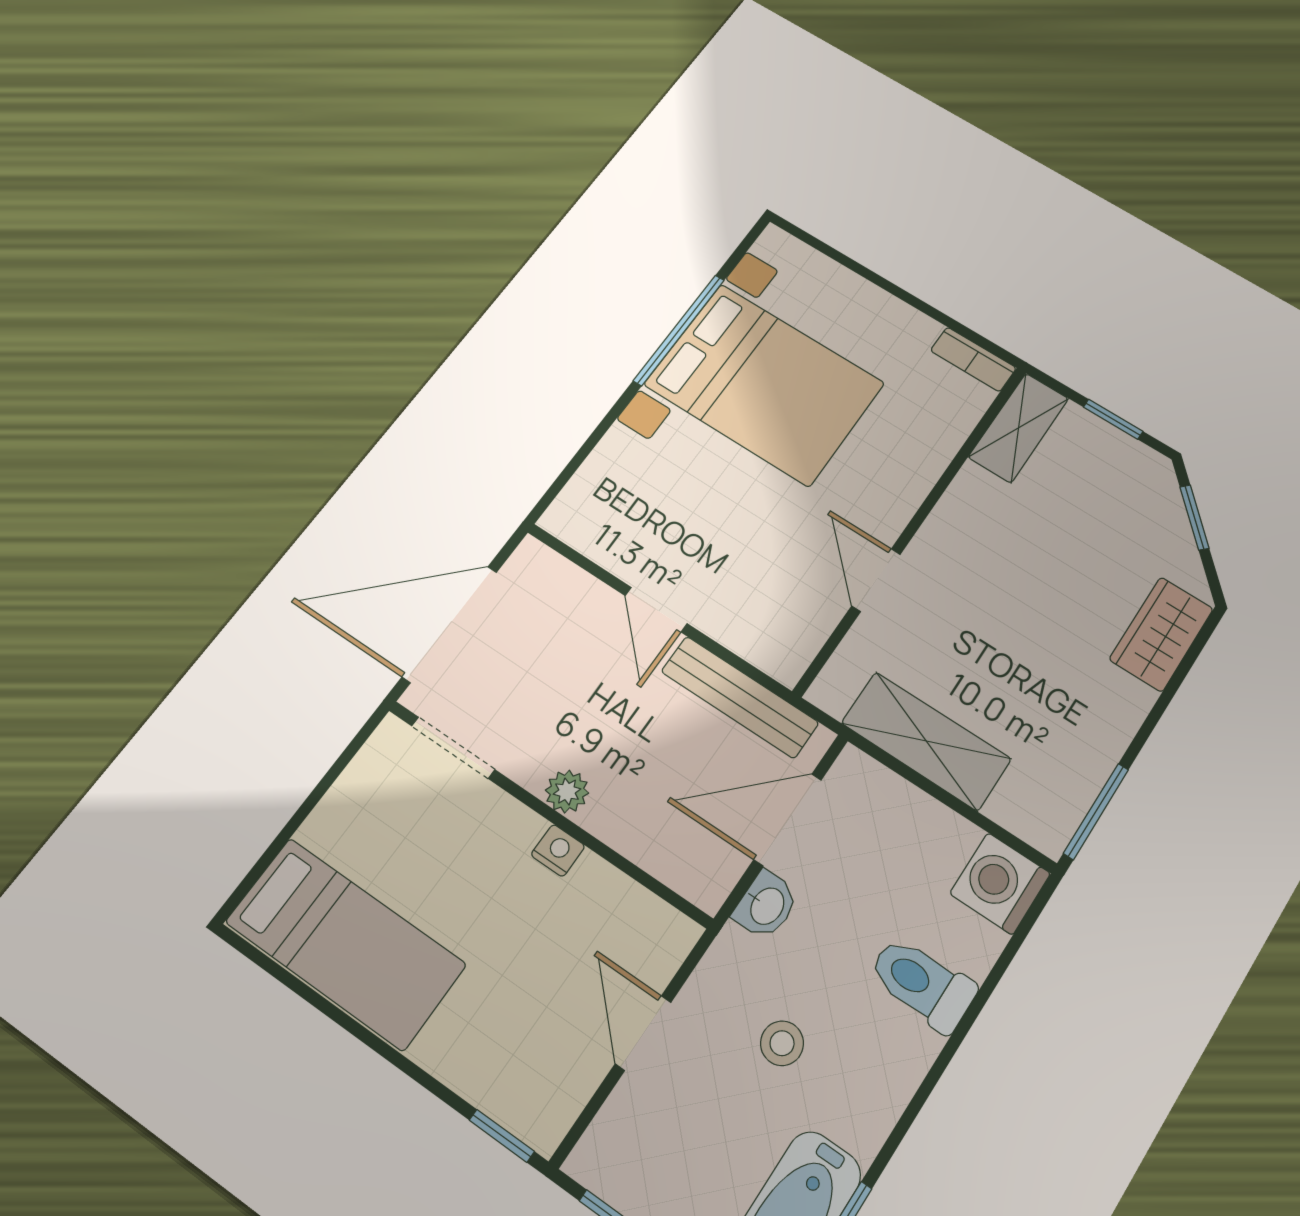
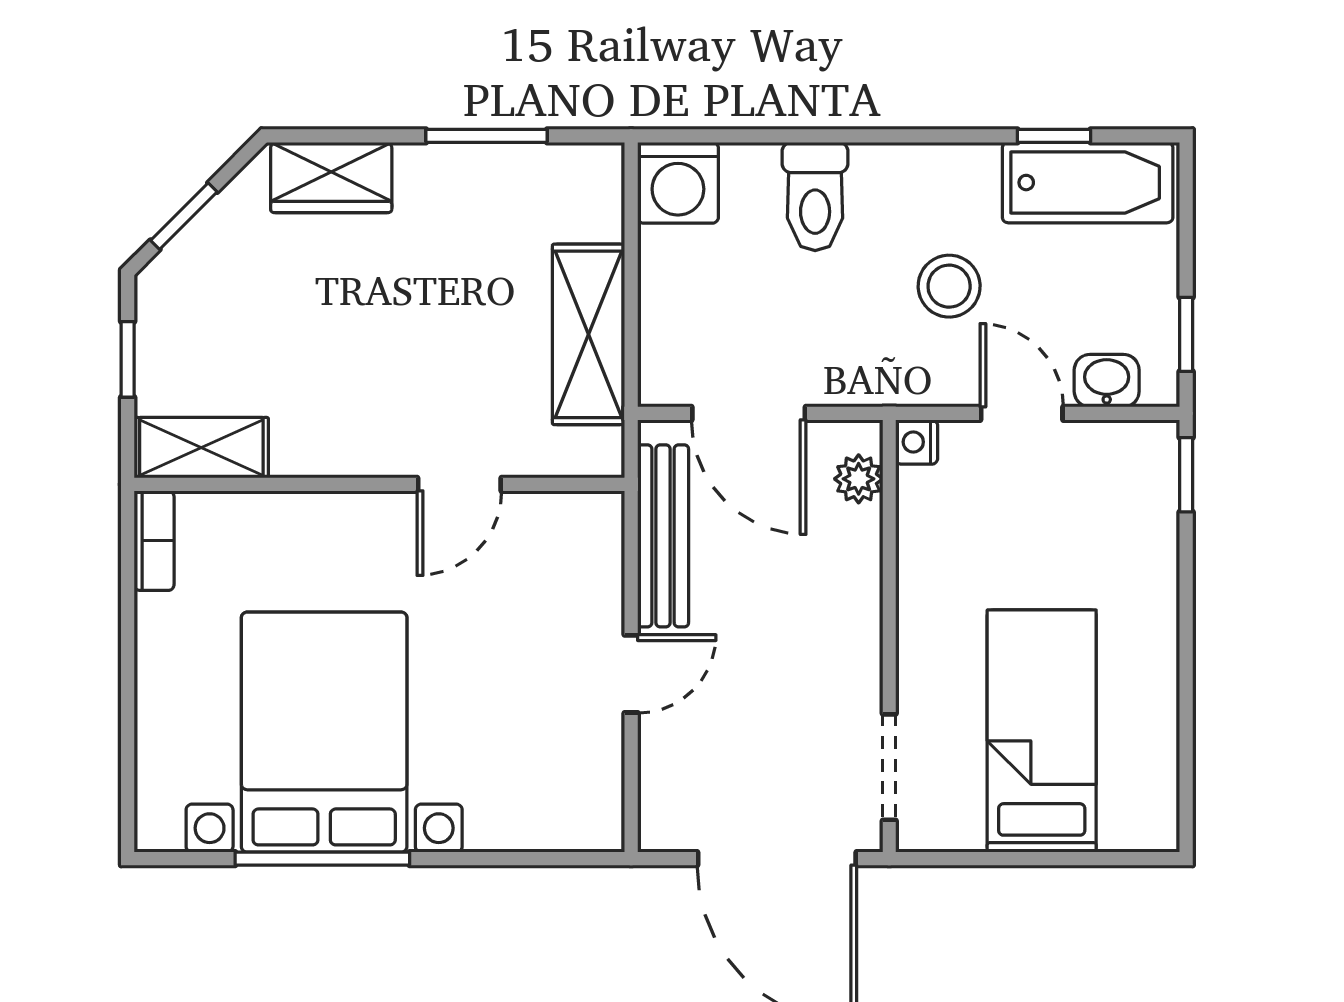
plant: (567, 792) -> (859, 479), moved
window: (1096, 811) -> (487, 136), moved
nightstand: (558, 850) -> (917, 442), moved
washbasin: (766, 905) -> (1107, 381), moved
bed: (345, 943) -> (1042, 731), moved
door: (643, 1033) -> (1022, 413), swing flipped
stool: (782, 1043) -> (949, 286), width x1.37, depth x1.37

